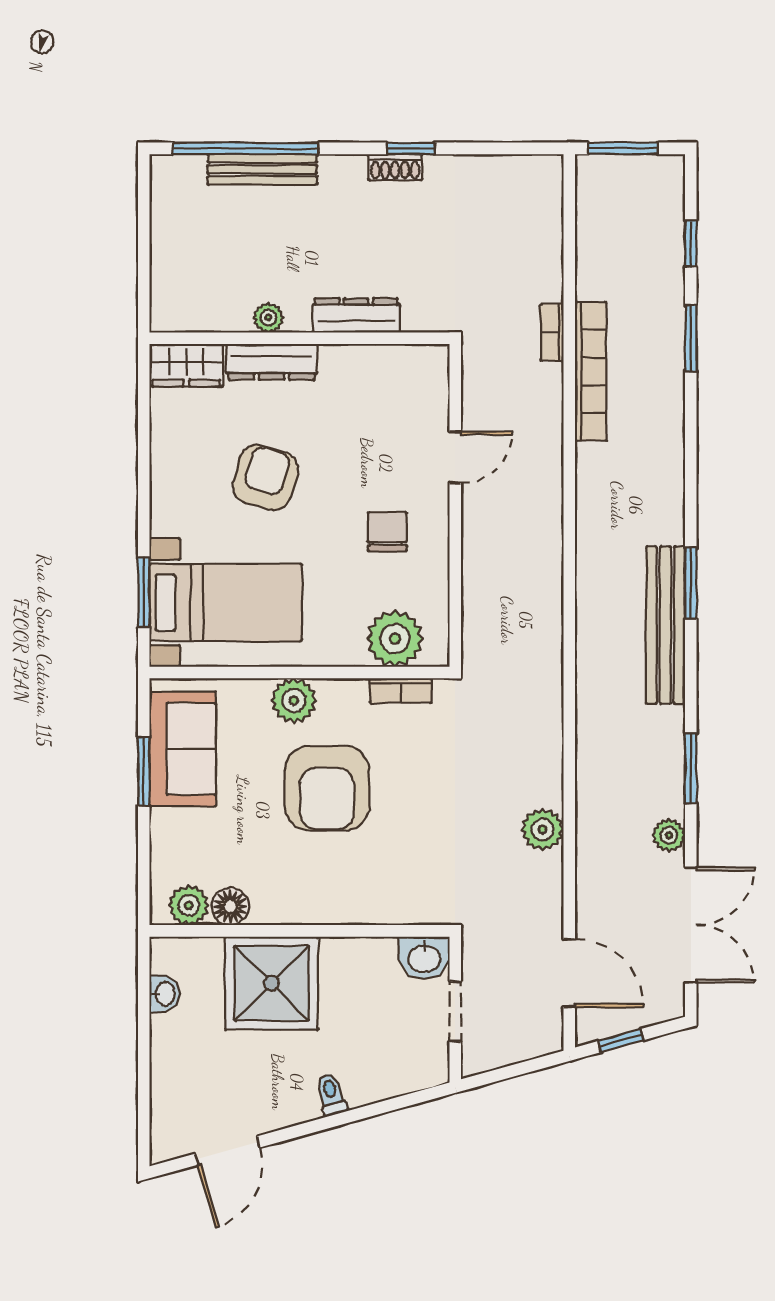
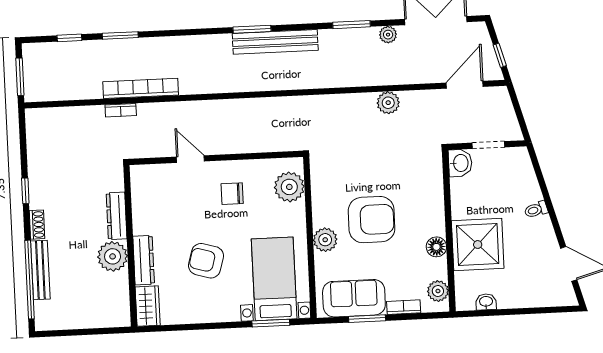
shoe rack: (395, 167) -> (37, 225), moved
plant: (268, 318) -> (113, 256), width x1.87, depth x1.87
bookcase: (401, 691) -> (404, 307), moved, turned -90
floor lamp: (230, 906) -> (436, 247), moved

